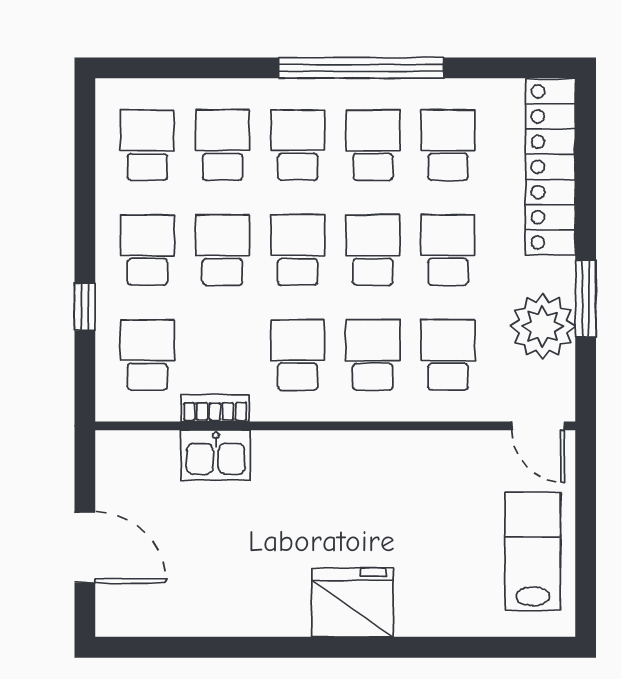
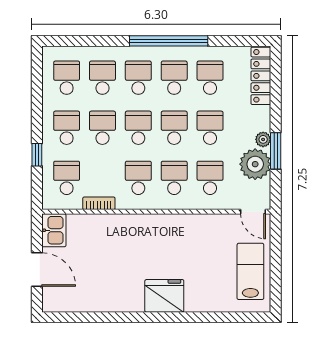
locker: (550, 167) -> (261, 76), width x0.71, depth x0.83
plant: (559, 274) -> (263, 139), added
kitchen sink: (216, 455) -> (54, 230), moved, turned -90

